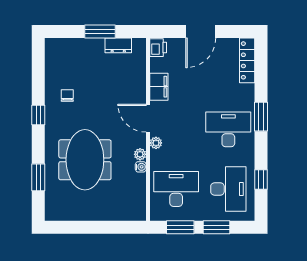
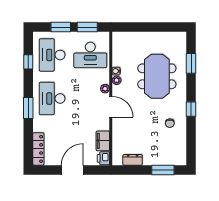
window: (100, 32) -> (163, 170), moved
filing cabinet: (159, 87) -> (103, 141), moved
desk: (228, 129) -> (52, 99), turned 90

